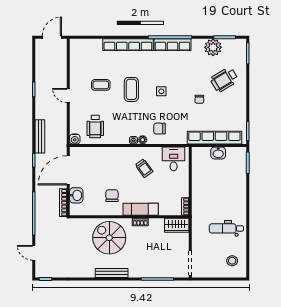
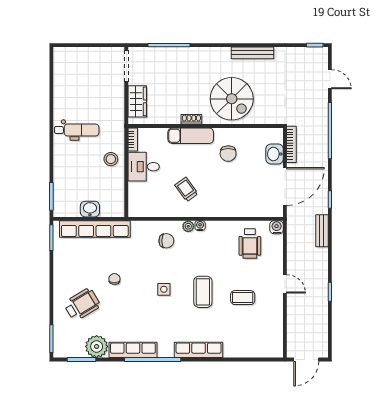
row of seats: (128, 45) -> (199, 350), width x0.73
row of seats: (173, 45) -> (133, 350), moved
wheelchair: (95, 127) -> (250, 243), turned 180
bench: (40, 136) -> (322, 231), width x0.73
desk: (174, 159) -> (144, 167), moved, turned 90
wardrobe: (177, 225) -> (137, 101), moved, turned 90
dental chair: (226, 228) -> (77, 130), moved
stool: (232, 261) -> (111, 159), moved
bench: (112, 273) -> (253, 53), moved

